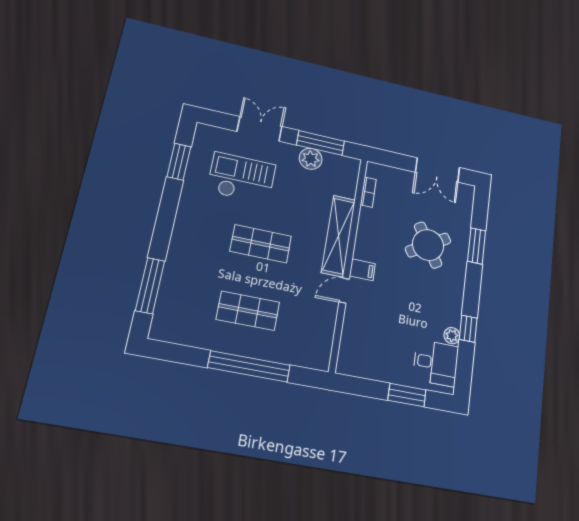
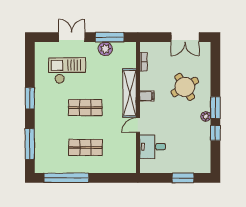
window: (179, 162) -> (30, 98), moved
window: (477, 246) -> (215, 108), moved
filing cabinet: (362, 270) -> (147, 96), moved
plant: (452, 336) -> (206, 116), moved
desk: (436, 363) -> (153, 147), moved, turned 180
window: (249, 366) -> (66, 178), moved

